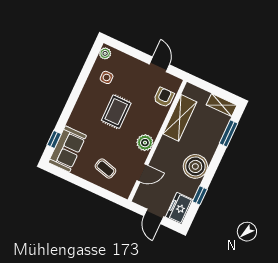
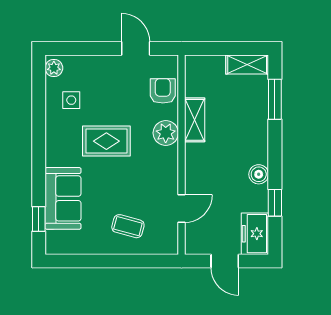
rug: (116, 112) -> (106, 141), turned 90
shelving: (180, 118) -> (195, 120), width x0.67, depth x0.75
plant: (145, 143) -> (166, 133), moved
sofa: (67, 149) -> (63, 198), moved
boiler: (195, 166) -> (259, 174), width x0.54, depth x0.54

